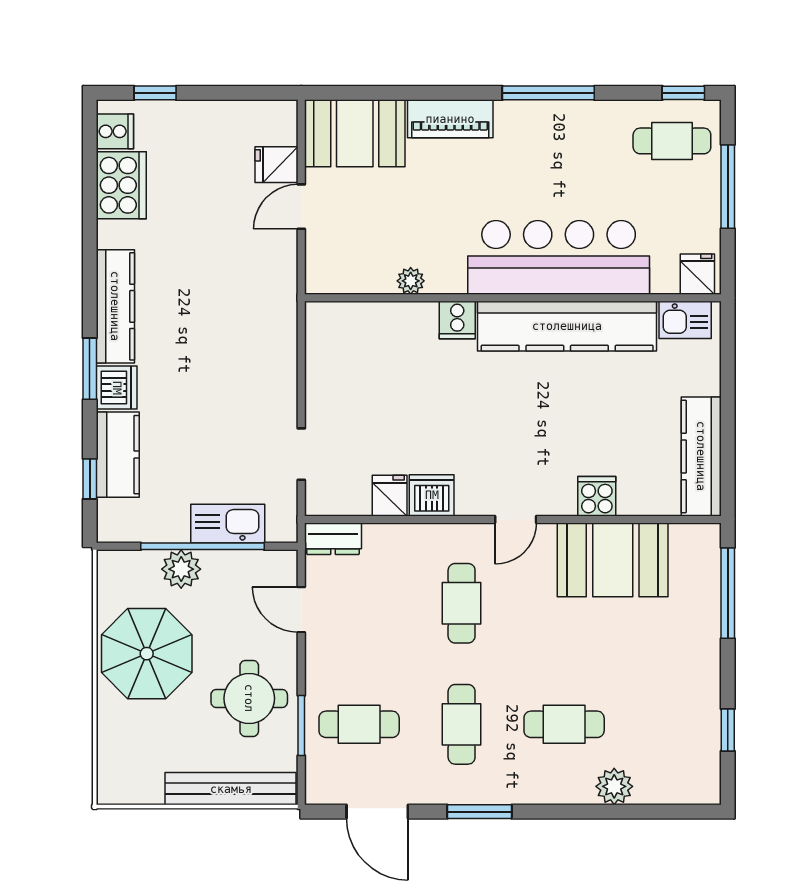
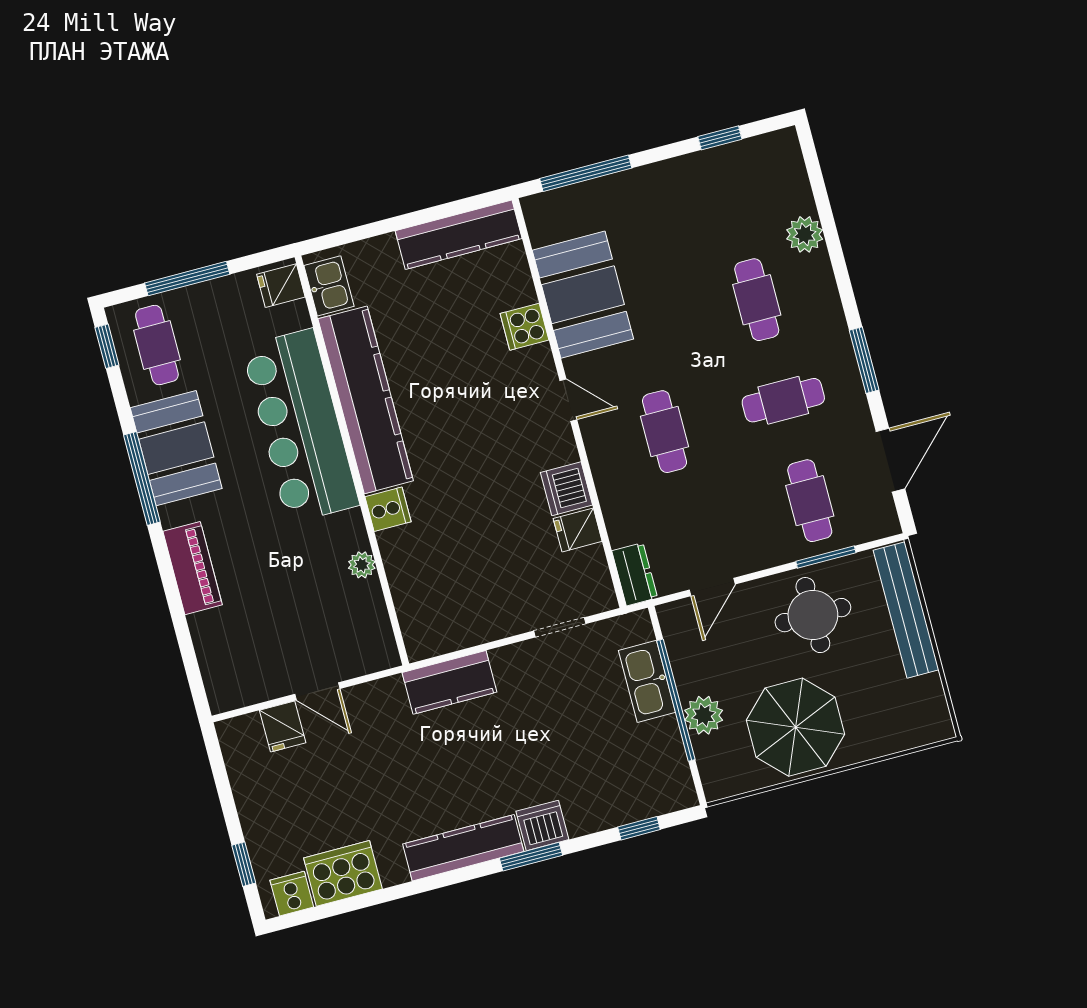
booth: (355, 133) -> (176, 448), moved
kitchen counter: (118, 455) -> (449, 682), moved, turned 180
cafe table: (462, 603) -> (665, 432), turned 90

